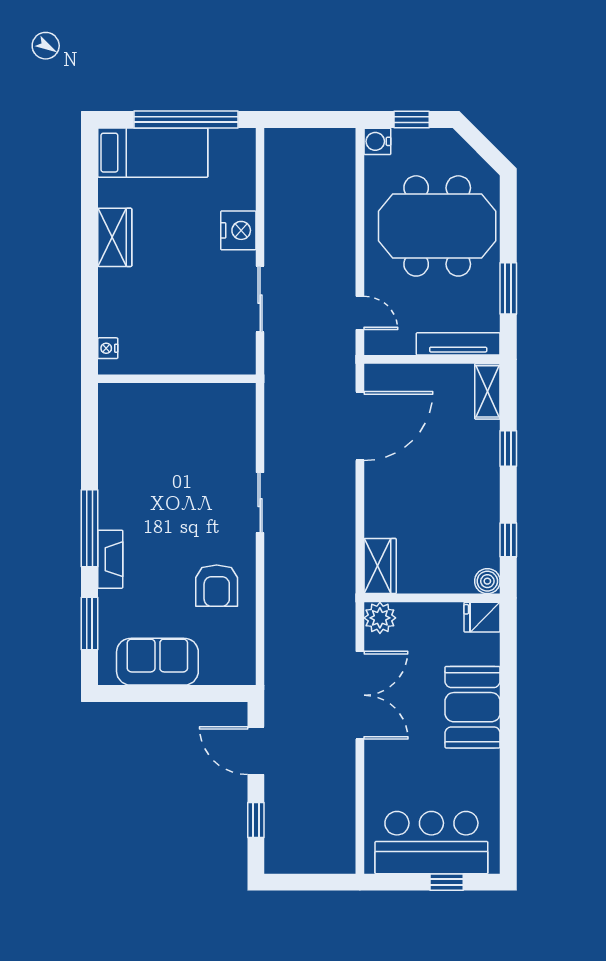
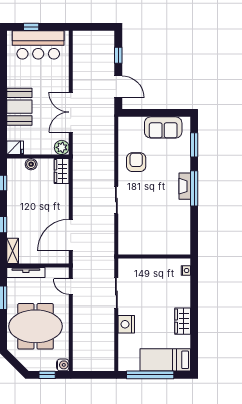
fireplace: (110, 559) -> (185, 186), moved
boiler: (487, 581) -> (31, 164), moved

